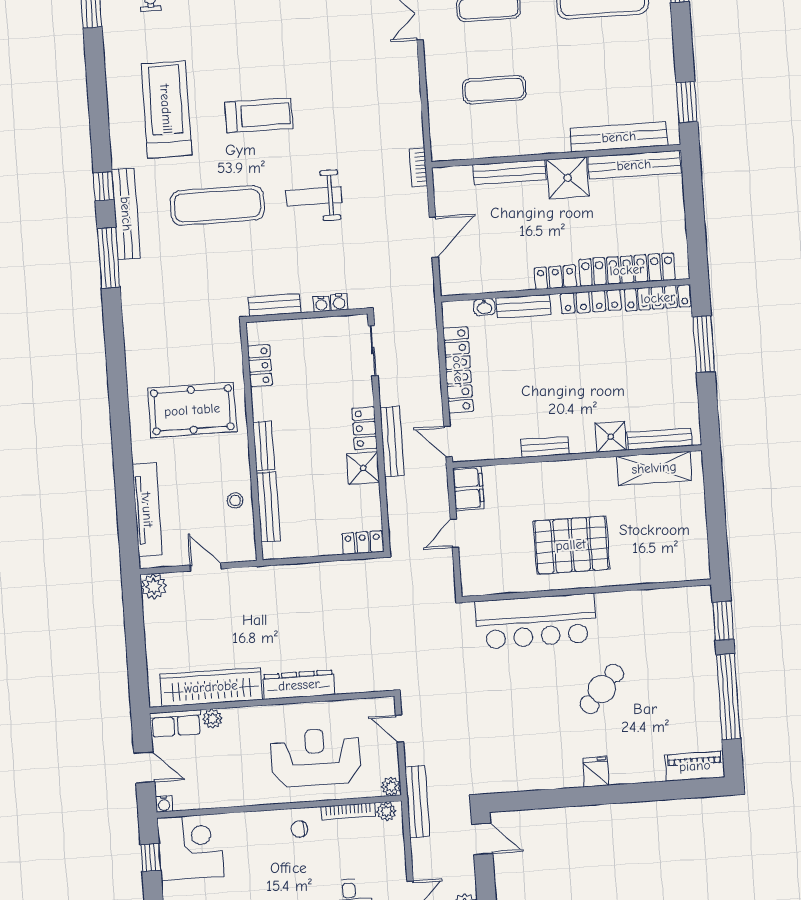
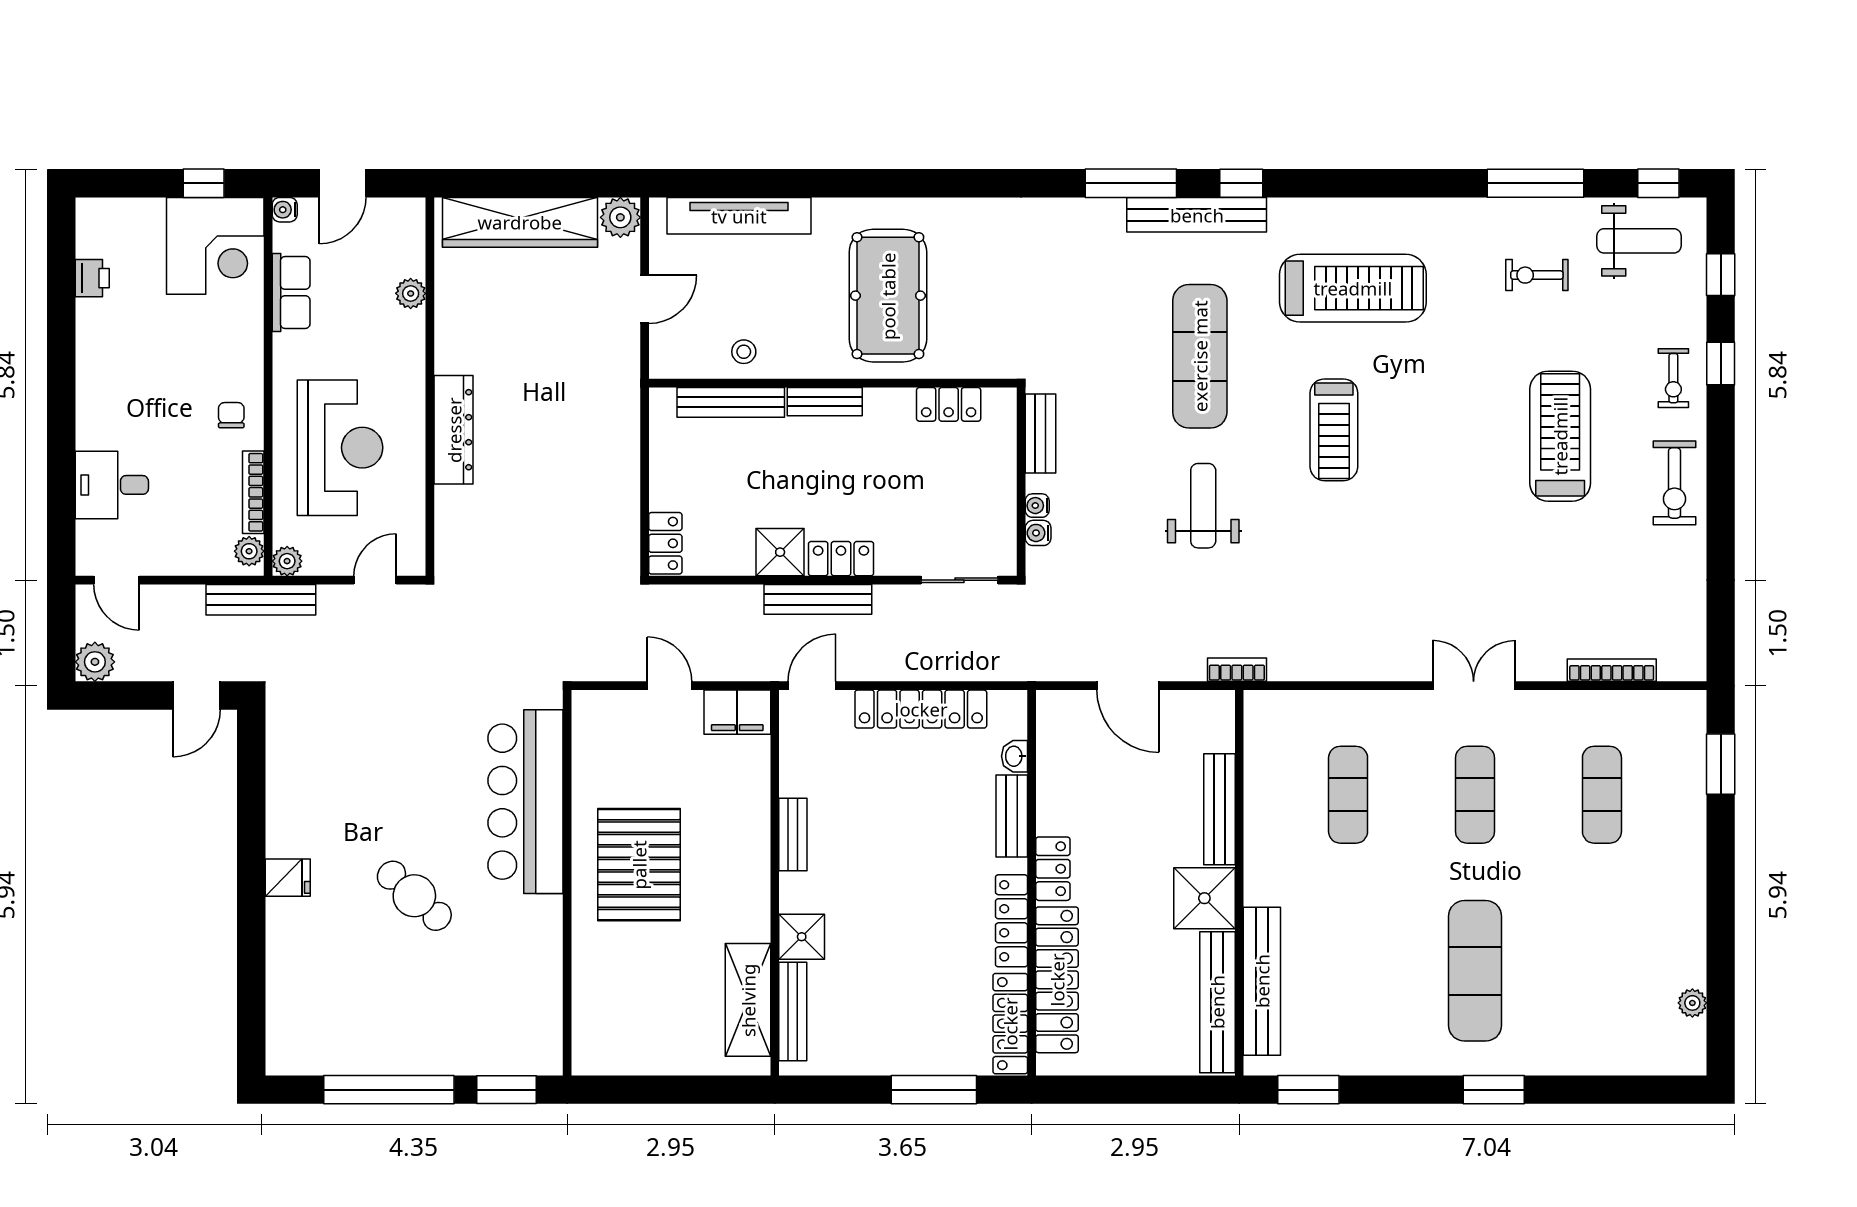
wardrobe: (211, 687) -> (520, 222), moved, turned 90
row of seats: (176, 724) -> (291, 292), moved, turned 180
piano: (695, 766) -> (285, 1030), removed

